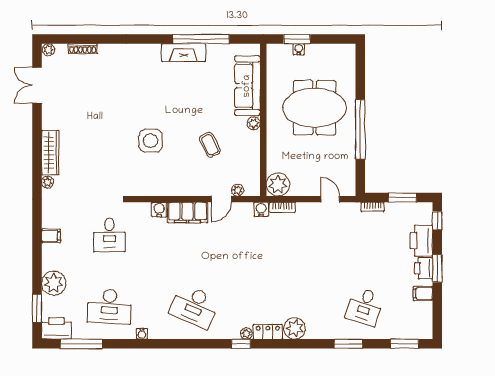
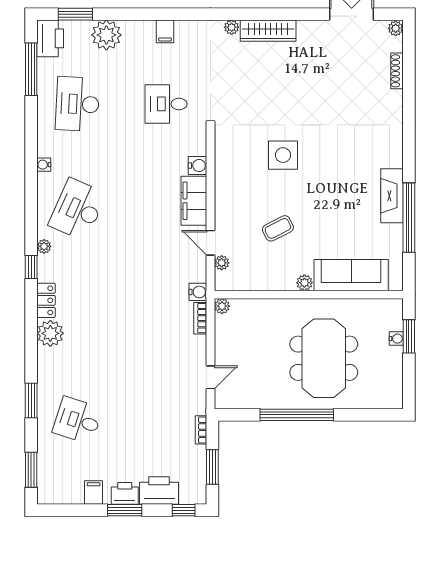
plant: (278, 184) -> (222, 306), width x0.53, depth x0.53
plant: (246, 333) -> (44, 246), moved
water cooler: (142, 334) -> (44, 165), moved

